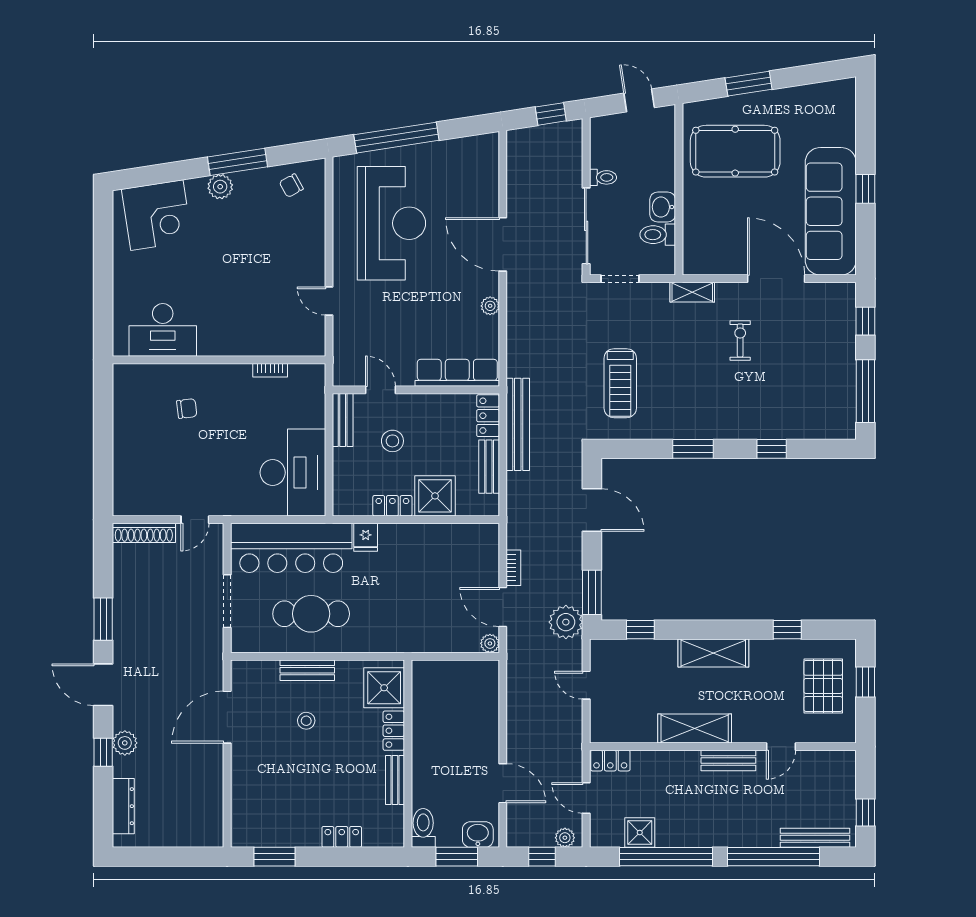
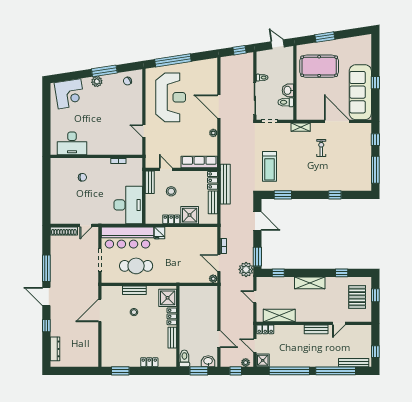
window: (693, 449) -> (283, 195), moved
window: (103, 619) -> (46, 268), width x1.44
shelving: (695, 729) -> (279, 315), moved
plant: (125, 743) -> (56, 322), removed
shower: (640, 833) -> (263, 360), moved

